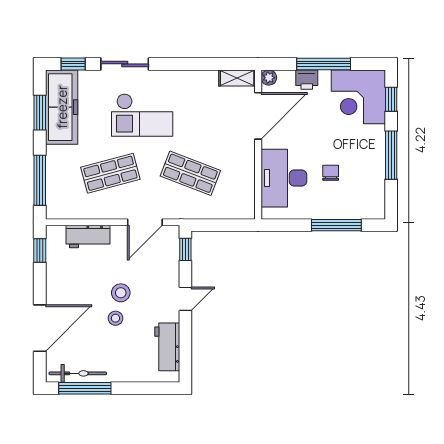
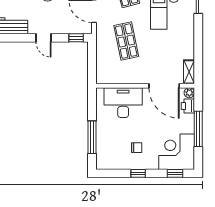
printer: (307, 80) -> (188, 106), moved
window: (391, 155) -> (138, 173), width x0.46
shop shelf: (190, 173) -> (126, 41), turned -33
chair: (331, 173) -> (137, 148), moved

